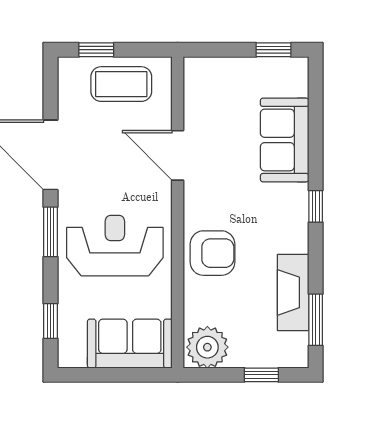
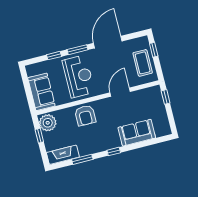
window: (273, 50) -> (166, 97), moved
fireplace: (293, 292) -> (63, 155), moved
window: (316, 320) -> (82, 159), moved
window: (51, 321) -> (54, 56), moved
window: (261, 375) -> (39, 136), moved

